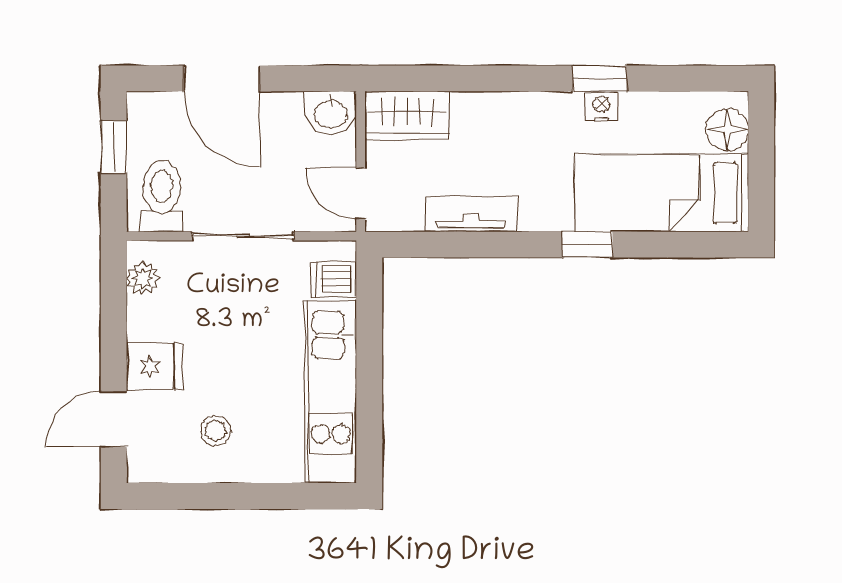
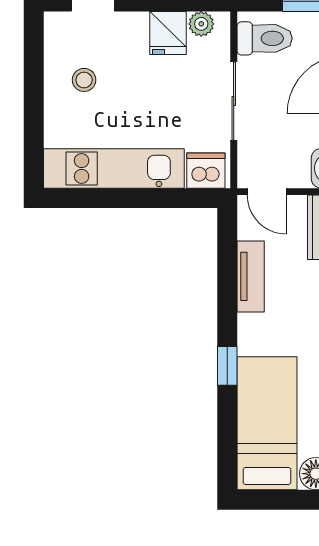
door: (361, 193) -> (267, 192), swing flipped
dishwasher: (333, 279) -> (206, 171), width x1.38
fridge: (154, 367) -> (168, 33), moved

